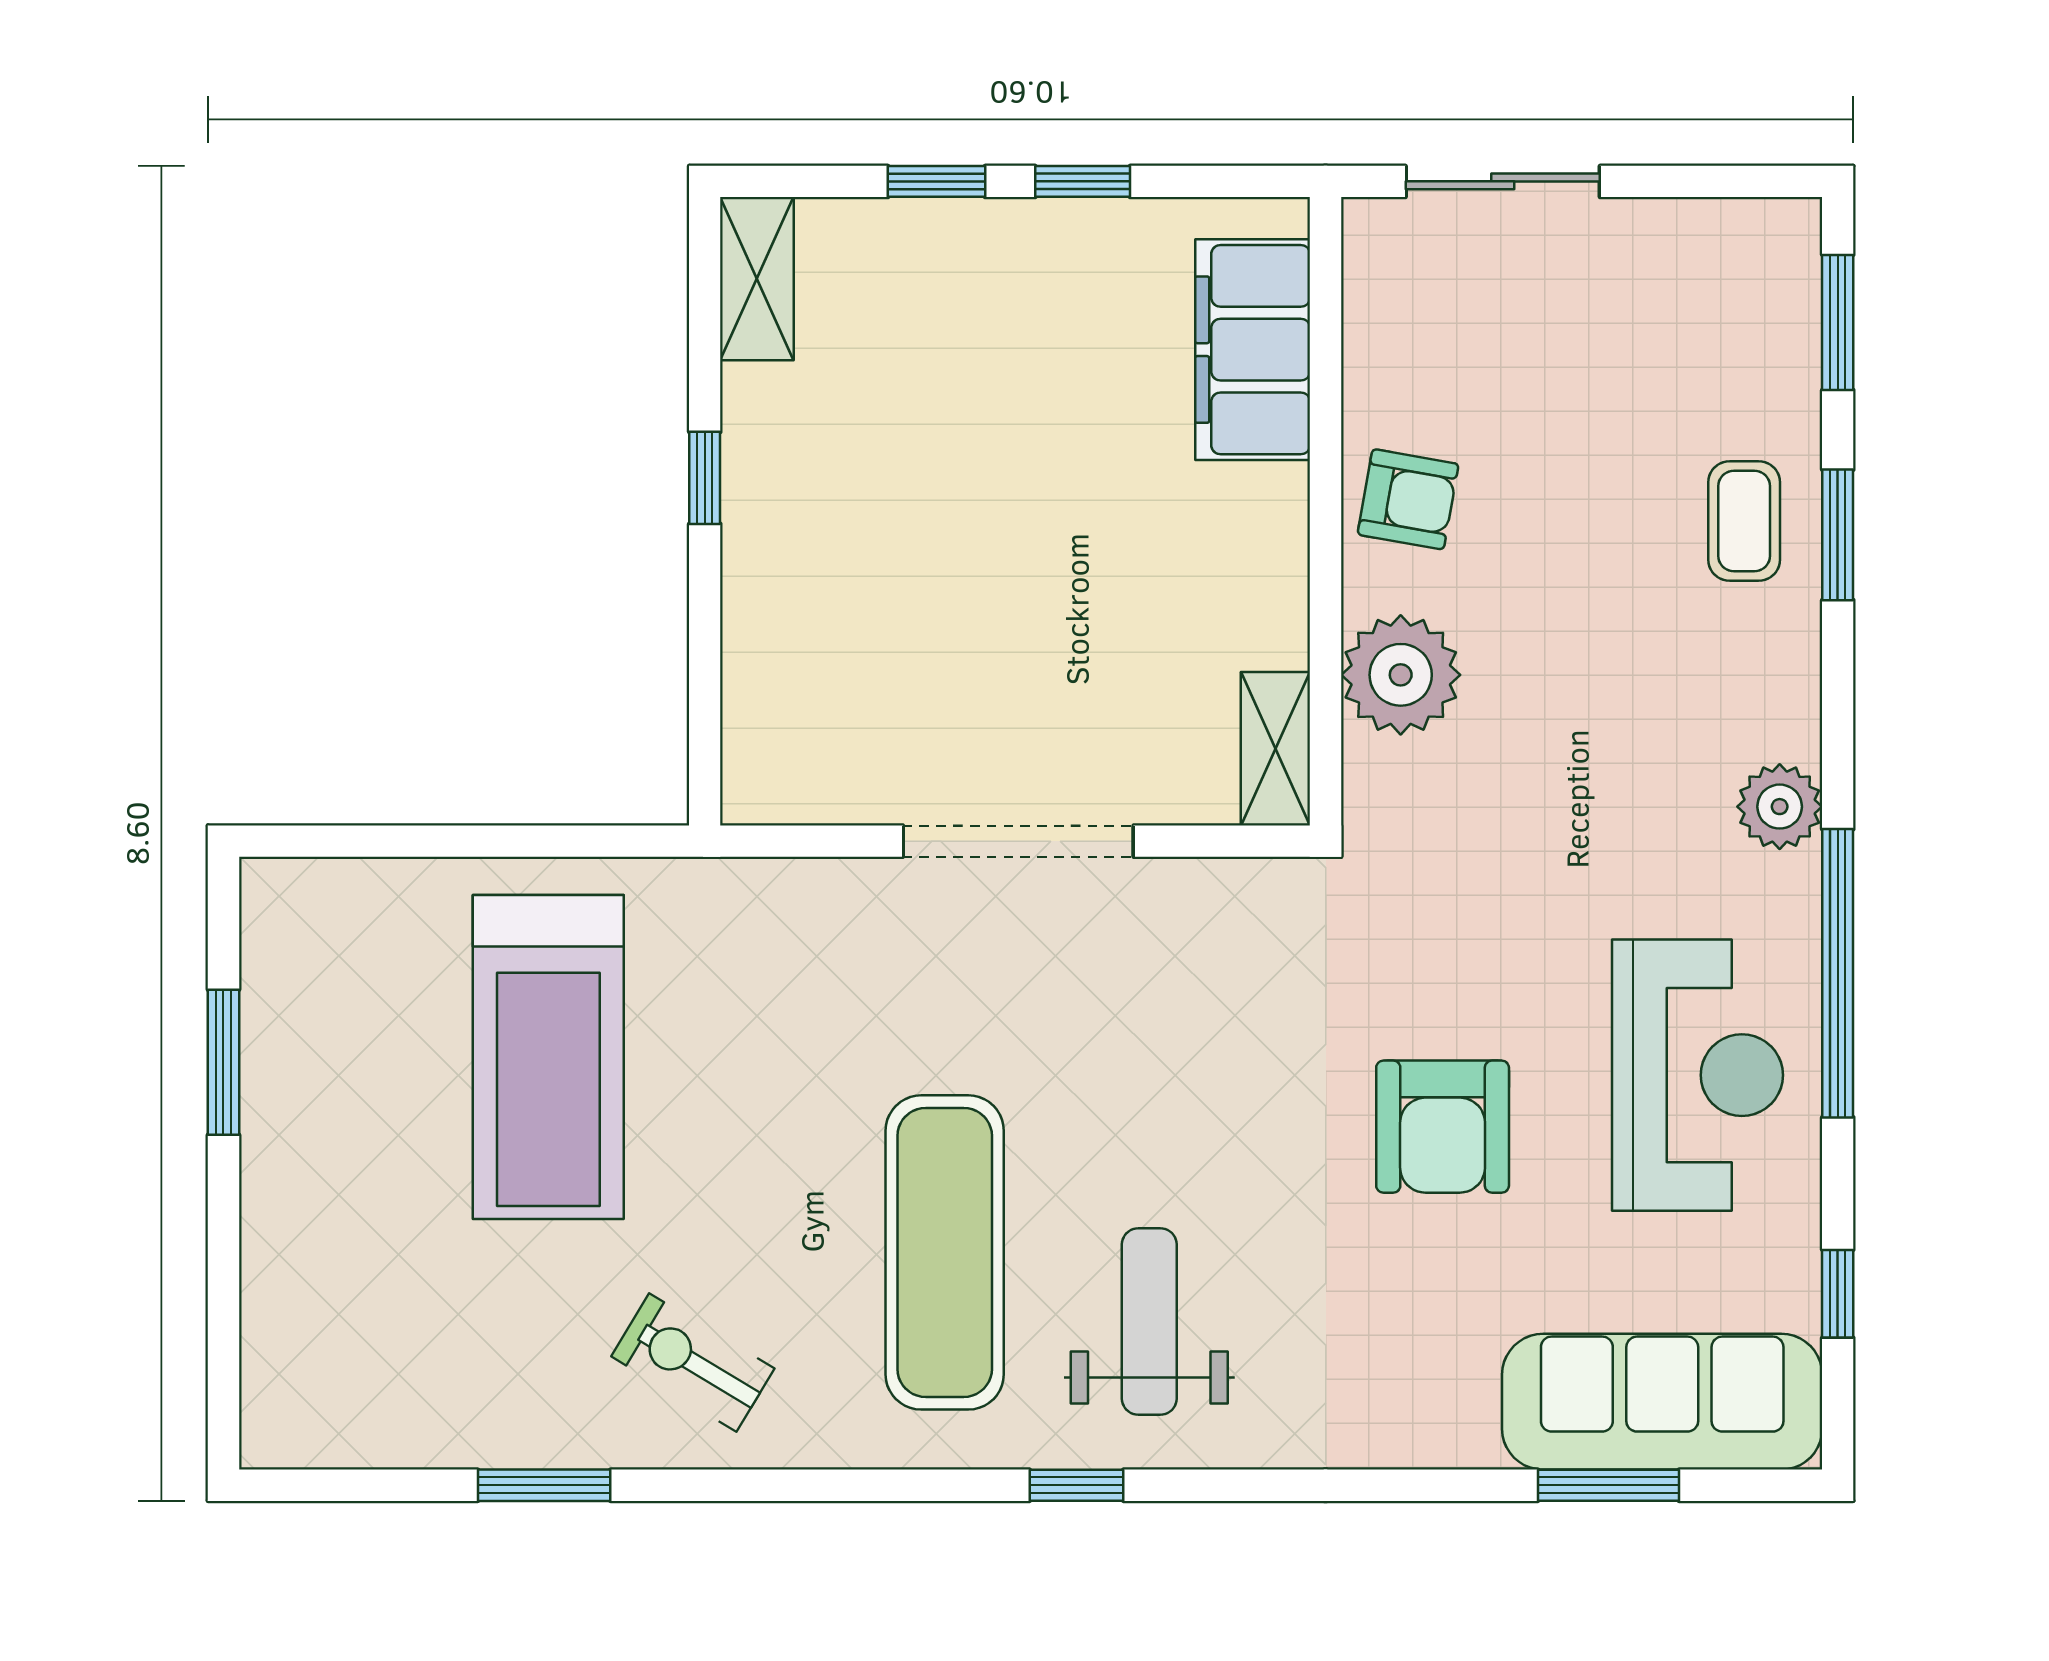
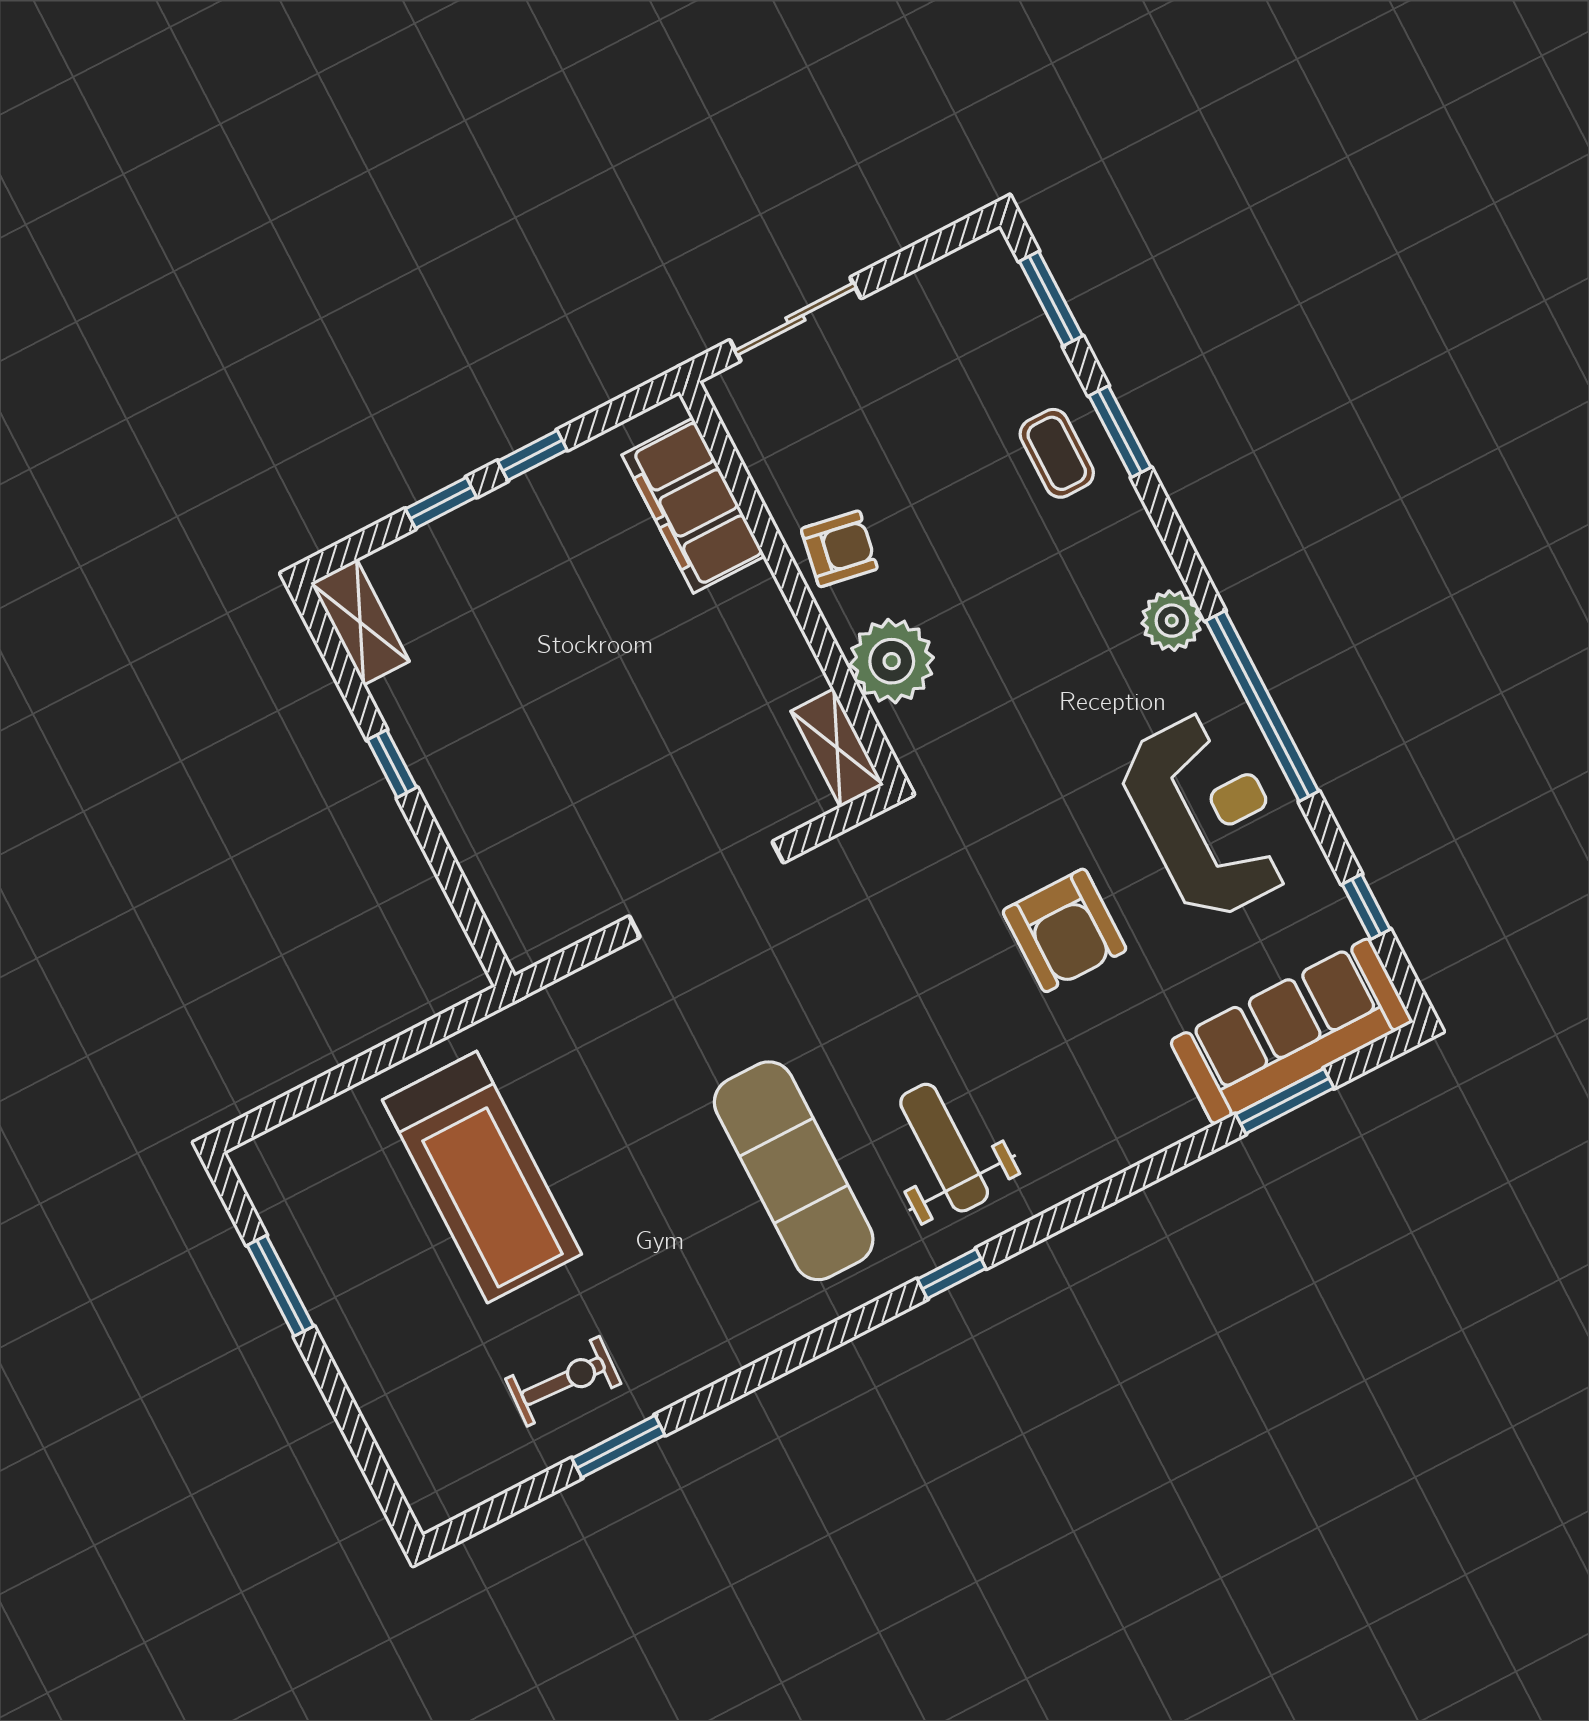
exercise bike: (693, 1362) -> (563, 1381), moved, turned 152

